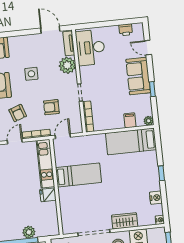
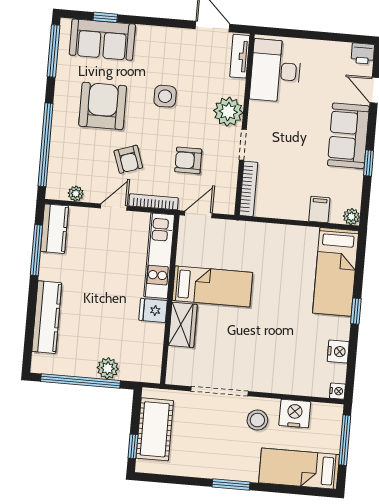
printer: (126, 30) -> (363, 54), moved
plant: (67, 65) -> (228, 112), moved
bed: (131, 141) -> (336, 272), moved, turned -90
wardrobe: (125, 221) -> (183, 325), moved, turned 90

